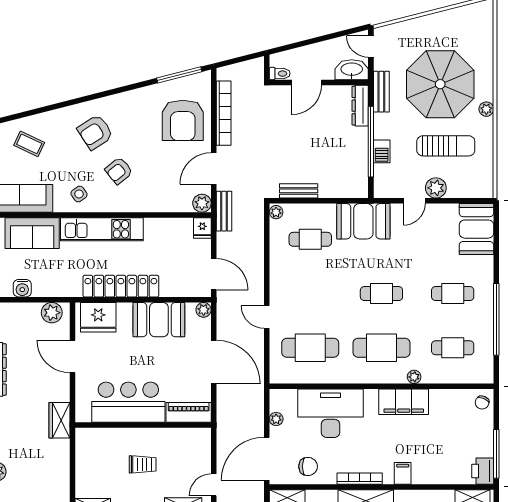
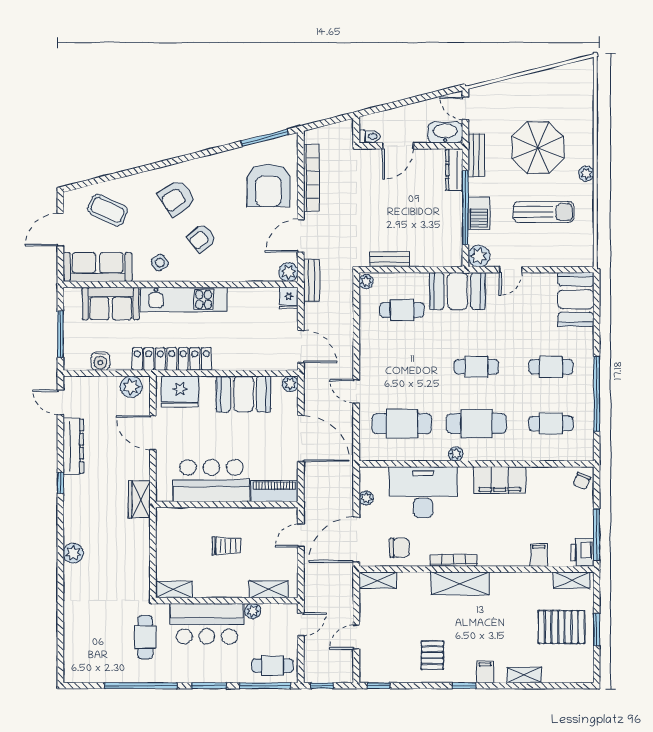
parasol: (440, 84) -> (538, 148), width x0.73, depth x0.73
coffee table: (29, 144) -> (108, 210), width x1.36, depth x1.30
barbecue: (382, 151) -> (479, 213), width x1.38, depth x1.27
plant: (436, 188) -> (479, 256), moved
locker: (121, 286) -> (172, 359), moved
plant: (414, 377) -> (456, 454), moved
filing cabinet: (403, 473) -> (539, 555), moved
door: (214, 485) -> (301, 536), moved

